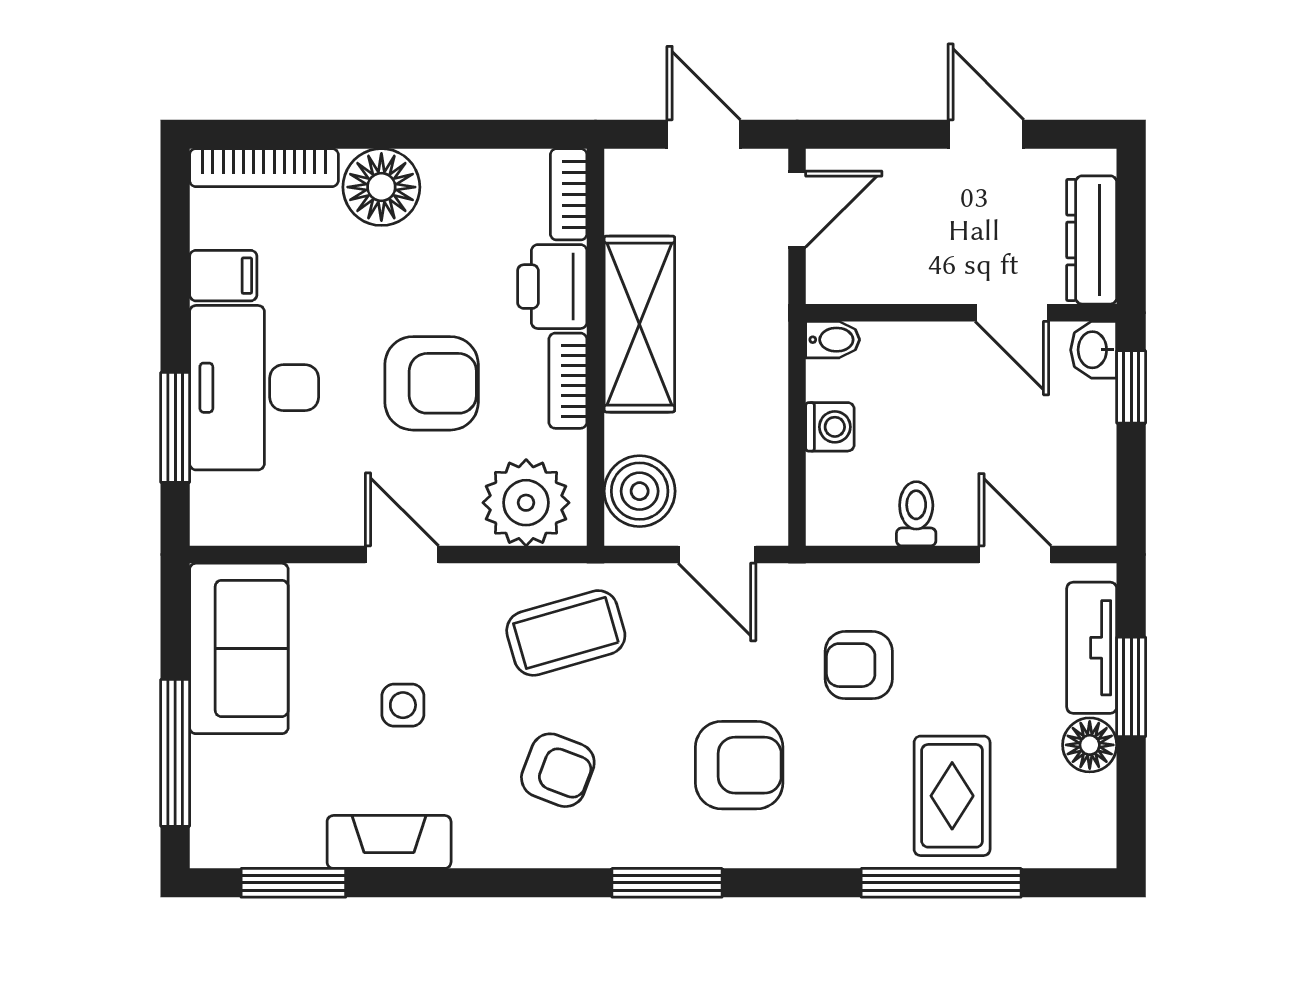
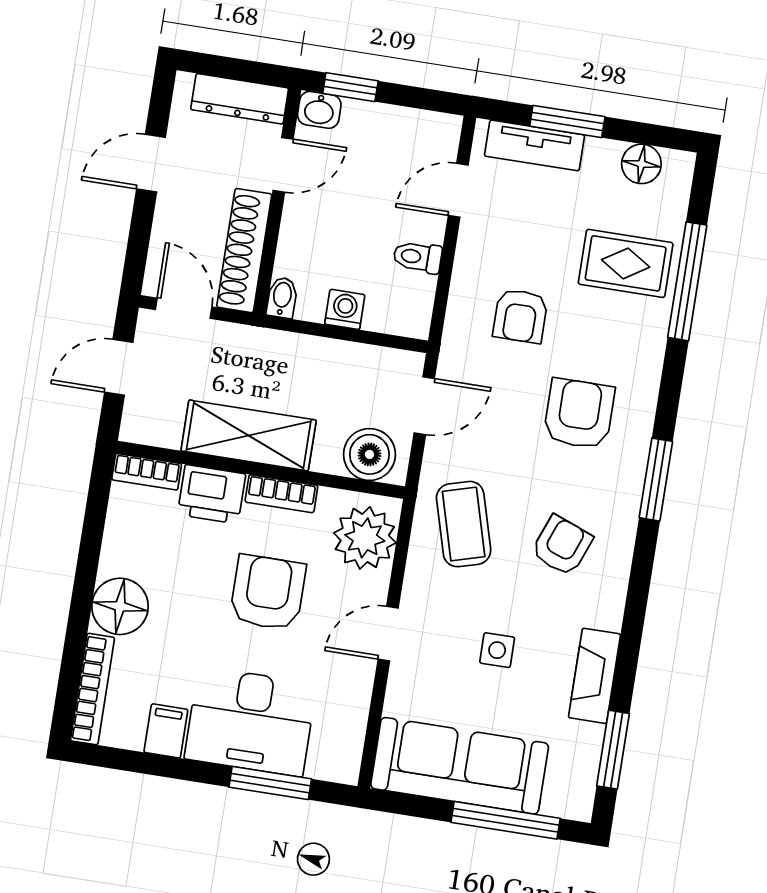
shoe rack: (888, 279) -> (244, 251), added
sofa: (239, 648) -> (460, 766), width x1.36
floor lamp: (1090, 745) -> (641, 164), moved

